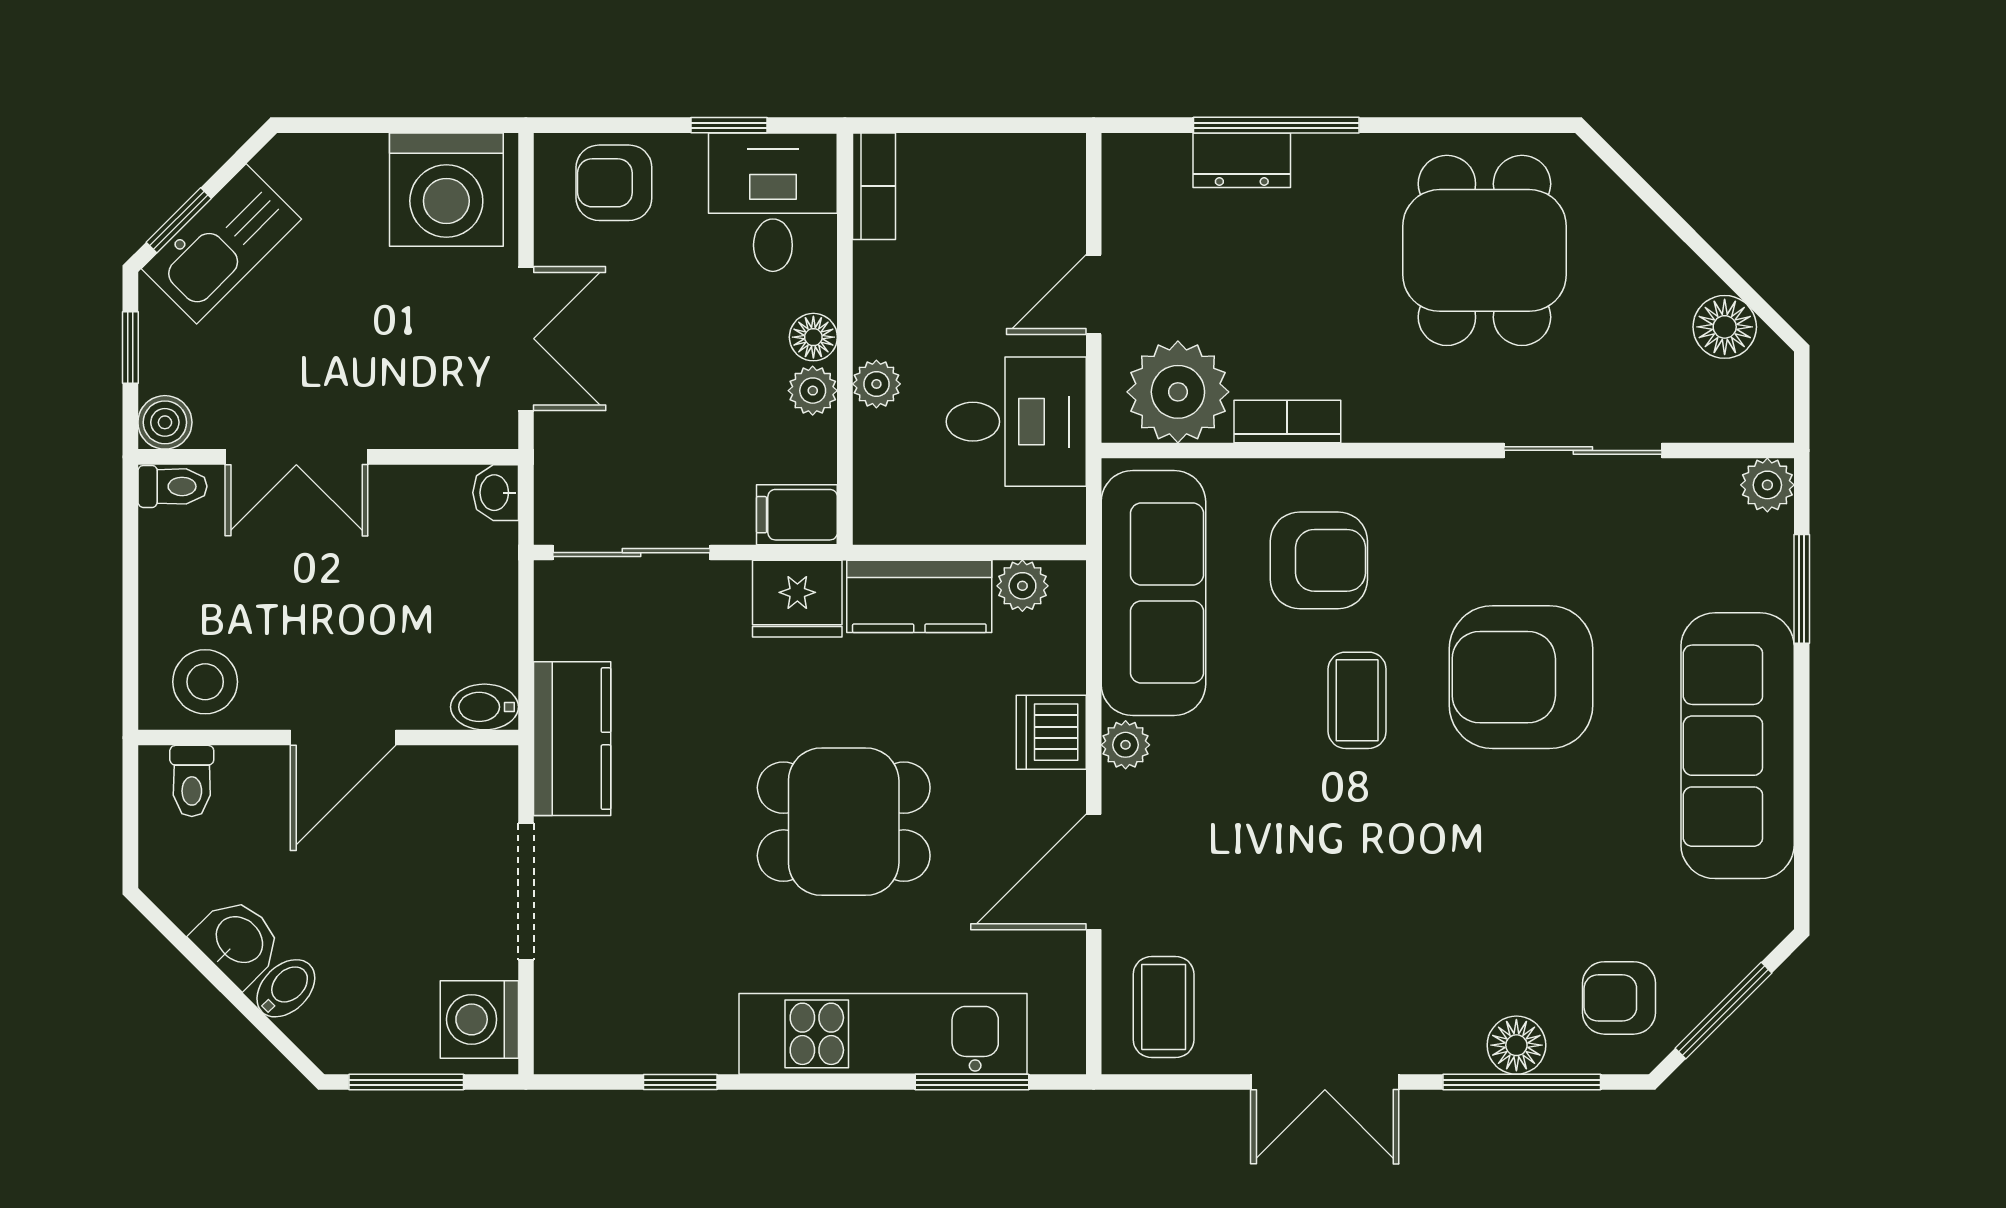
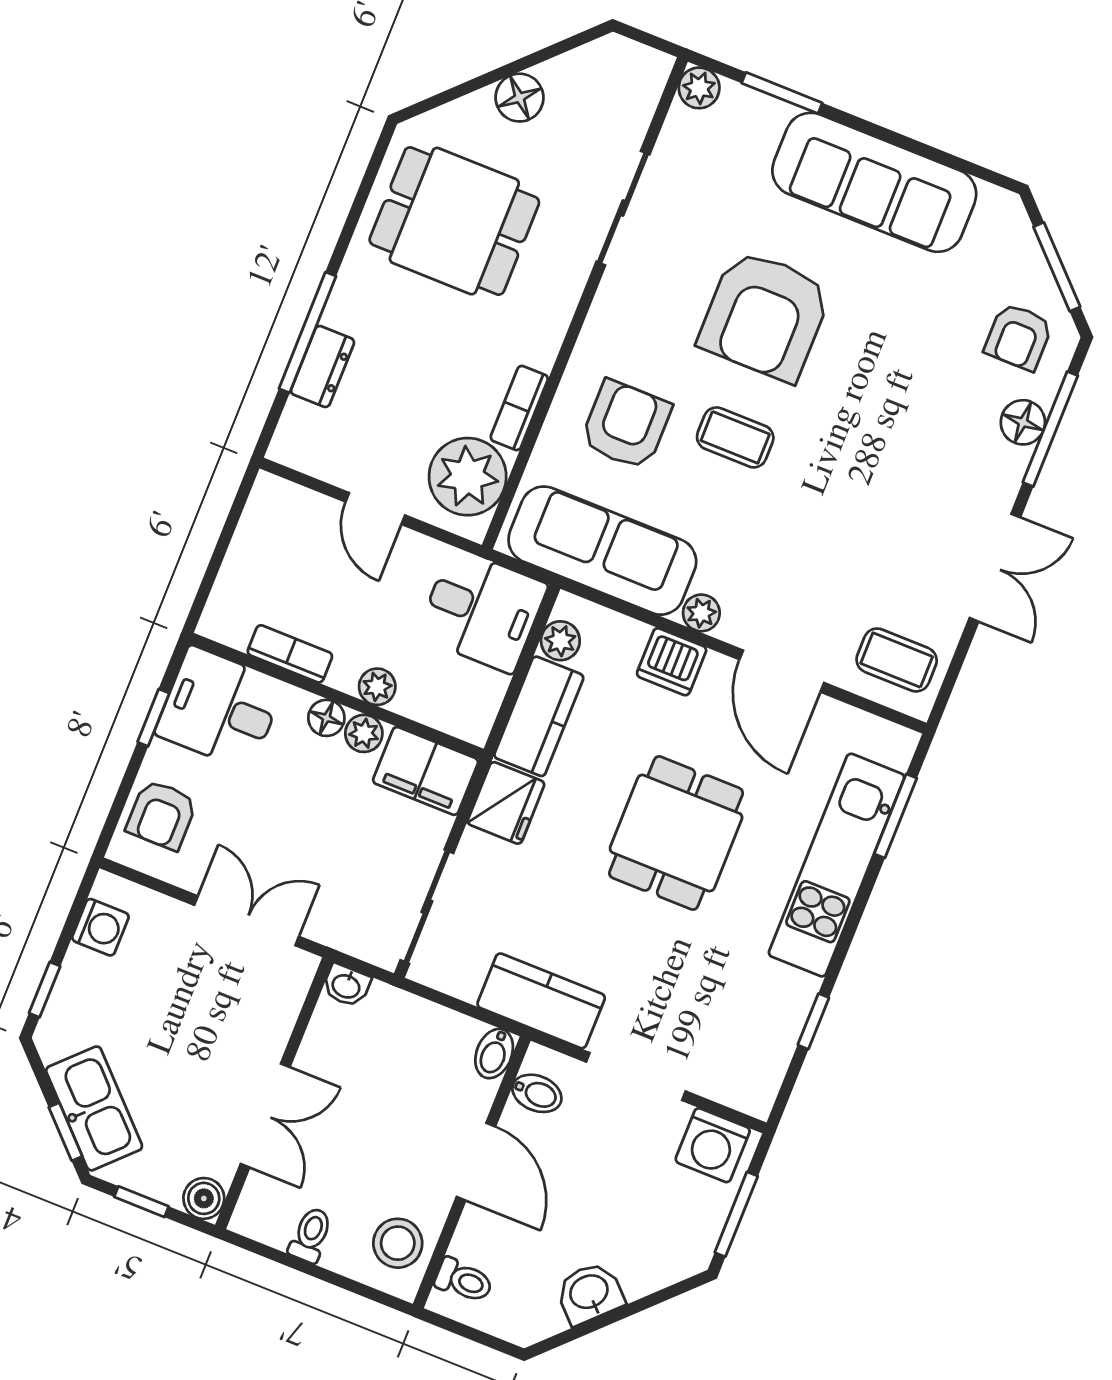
window: (343, 125) -> (45, 990), added
bookcase: (874, 186) -> (290, 654), moved
washing machine: (446, 190) -> (100, 927), width x0.53, depth x0.53
floor lamp: (1725, 327) -> (519, 98), moved
desk: (1016, 422) -> (482, 610), moved, turned 90
toilet: (172, 486) -> (311, 1235), moved
filing cabinet: (797, 515) -> (426, 771), width x2.00
bidet: (286, 988) -> (537, 1093), moved, turned 135

